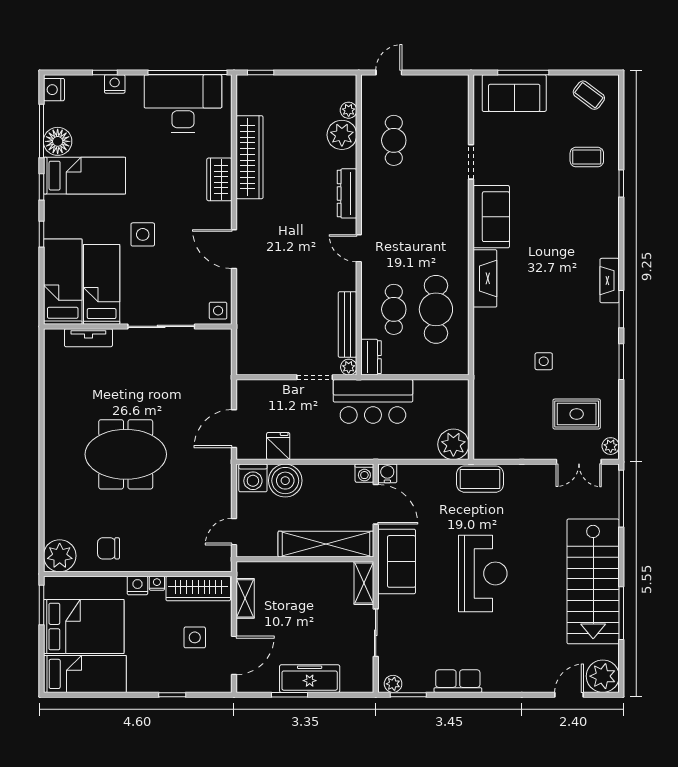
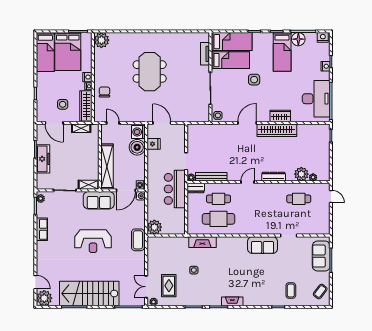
wardrobe: (250, 157) -> (277, 130), moved
fireplace: (485, 278) -> (202, 242), moved
chair: (108, 548) -> (104, 92), moved

